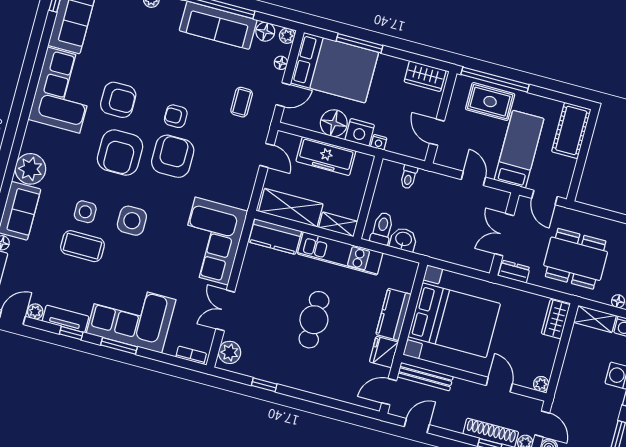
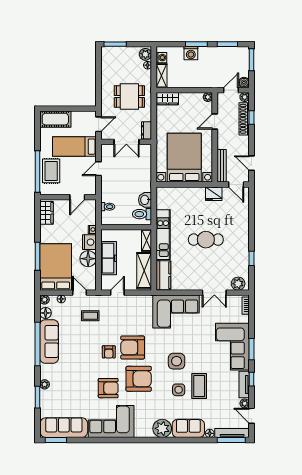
armchair: (118, 100) -> (108, 388), turned 90
dining table: (576, 259) -> (129, 97), width x0.73
kitchen counter: (393, 314) -> (190, 194), removed

